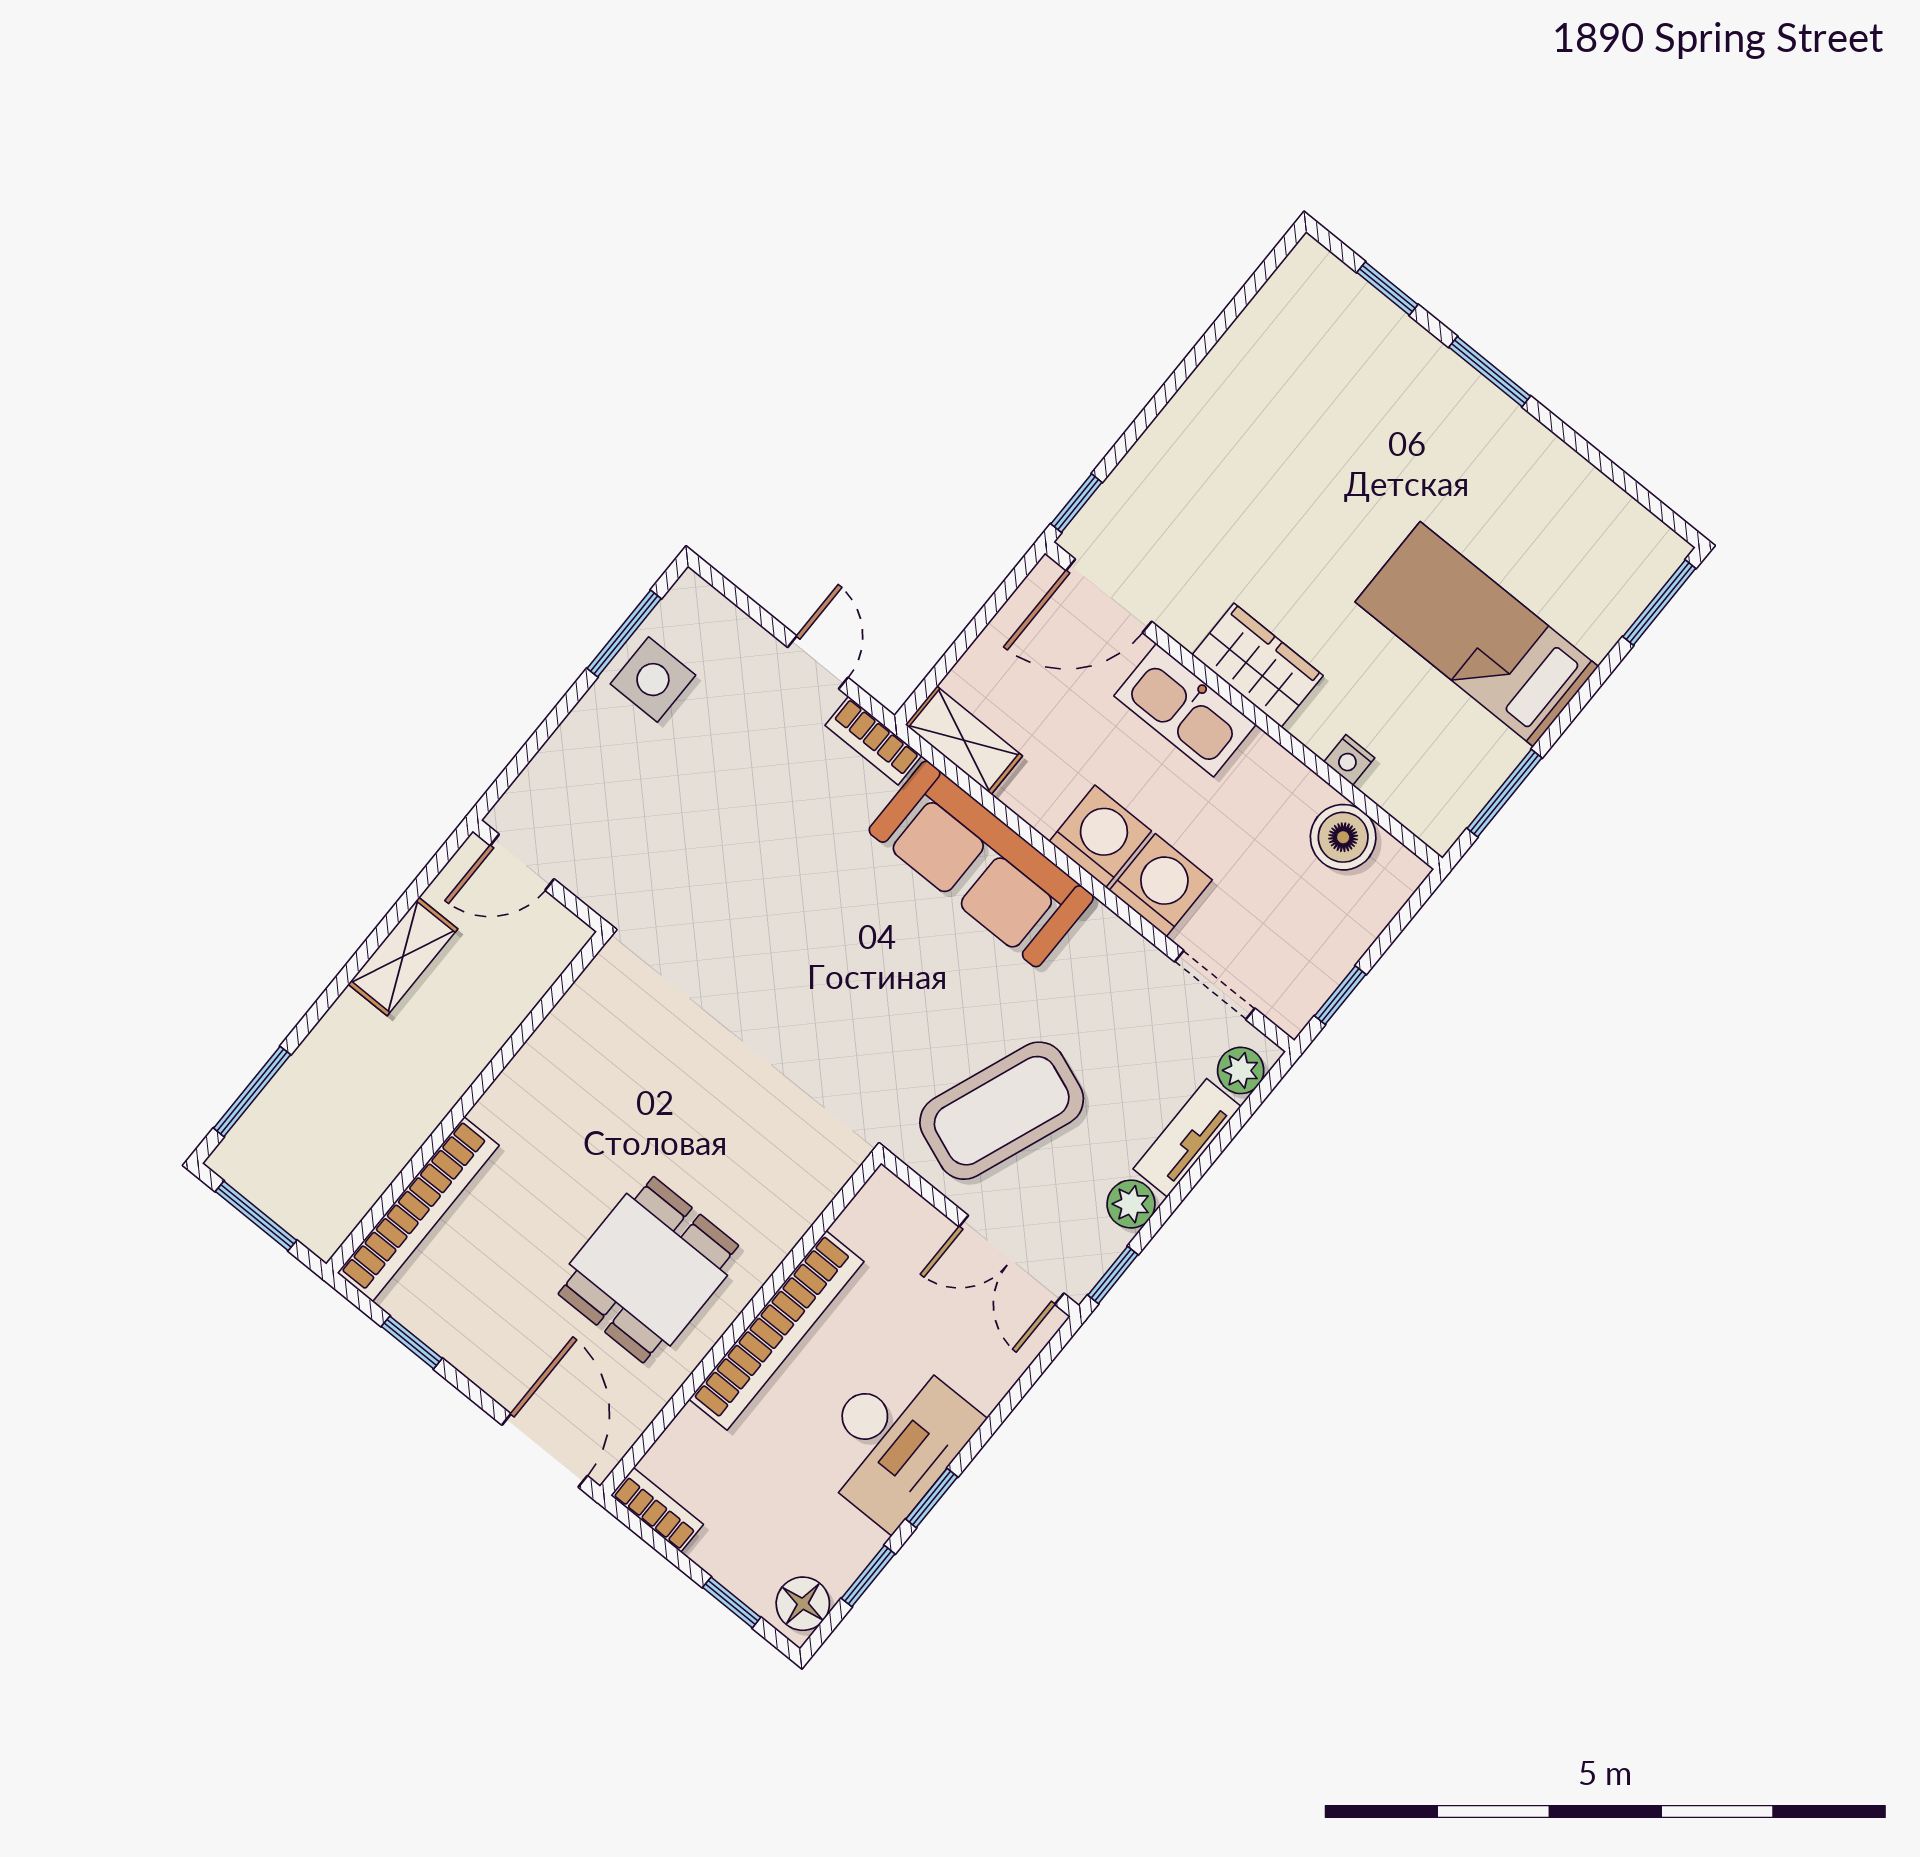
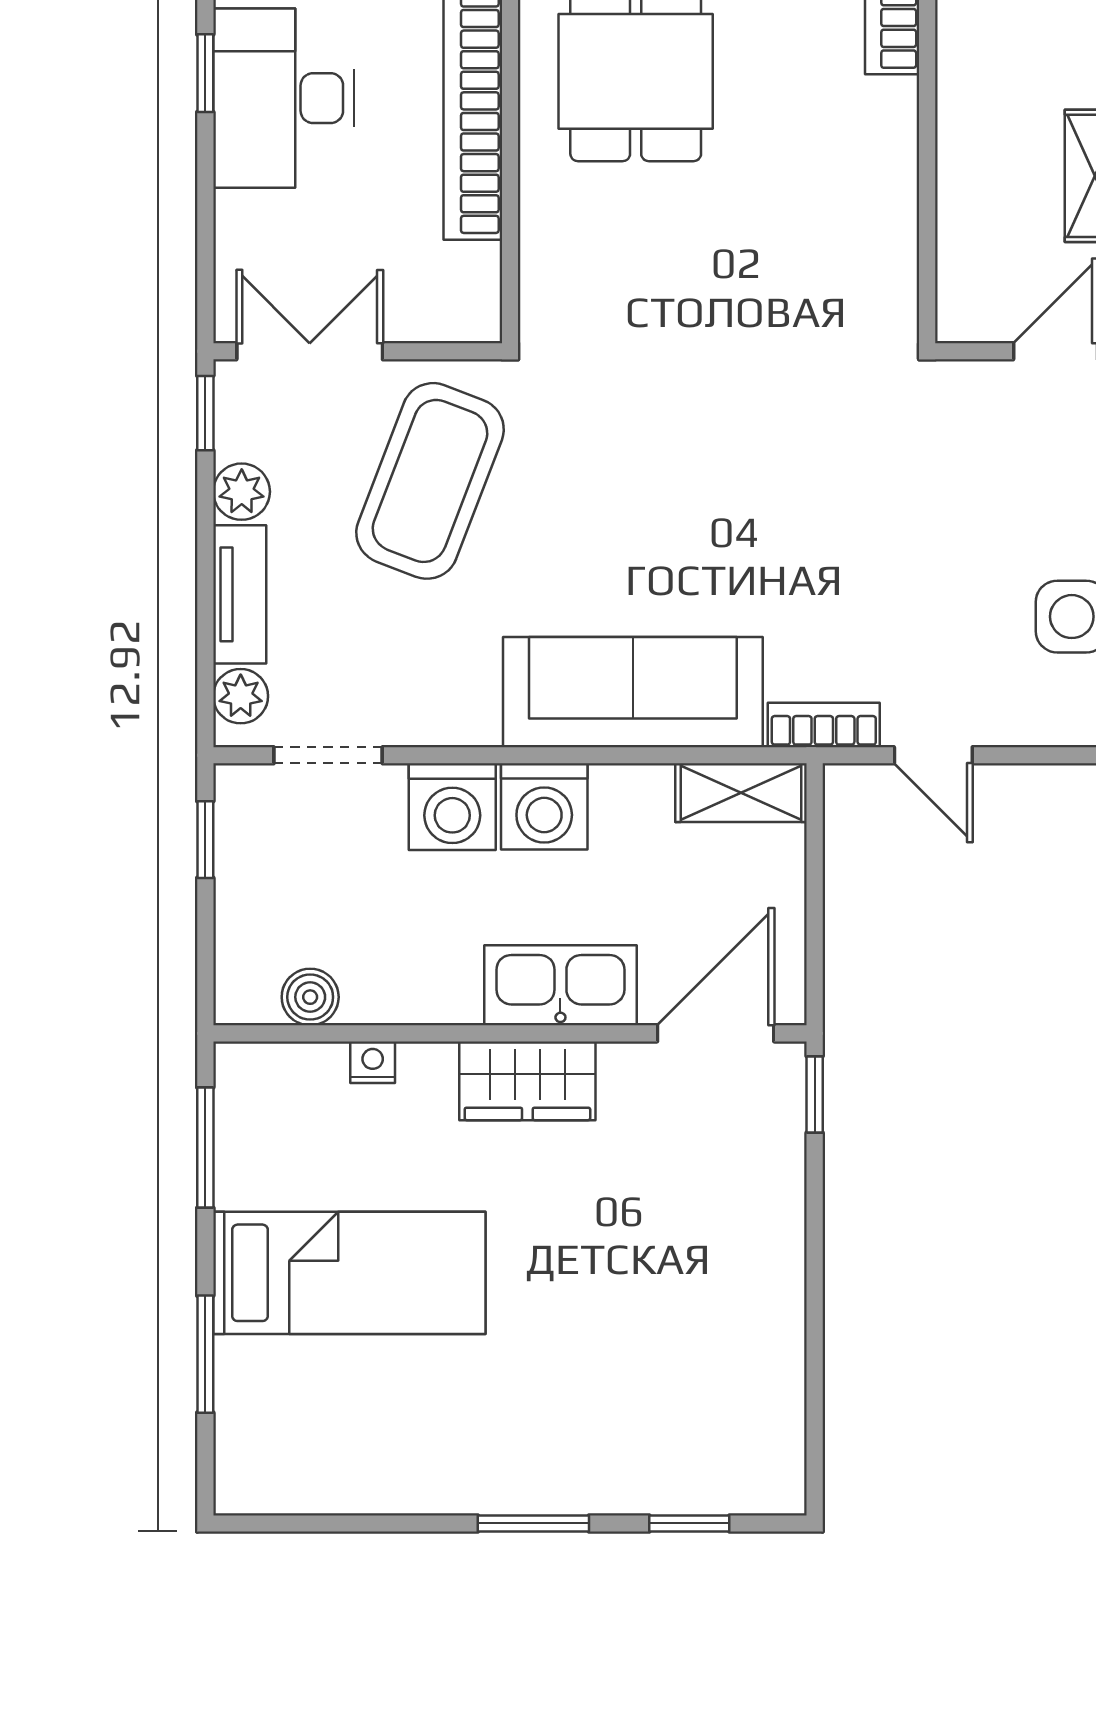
window: (1659, 603) -> (205, 1354), moved
boiler: (1343, 837) -> (310, 997), width x0.73, depth x0.73

